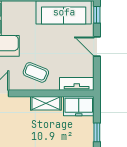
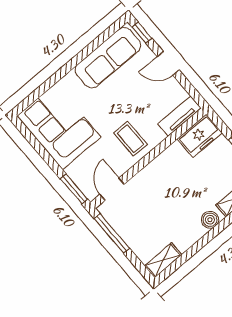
coffee table: (36, 72) -> (130, 139), turned 68
shelving: (46, 103) -> (165, 160), removed

